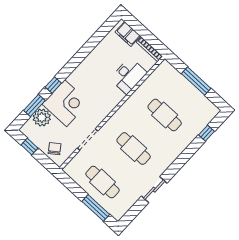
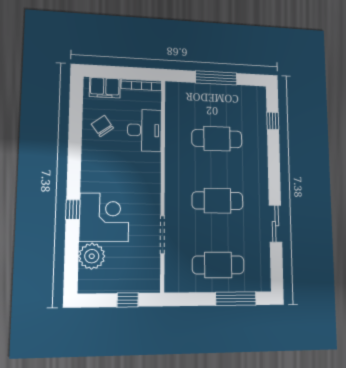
window: (34, 105) -> (72, 250), removed
window: (30, 147) -> (128, 300), moved
chair: (55, 149) -> (102, 126), moved

